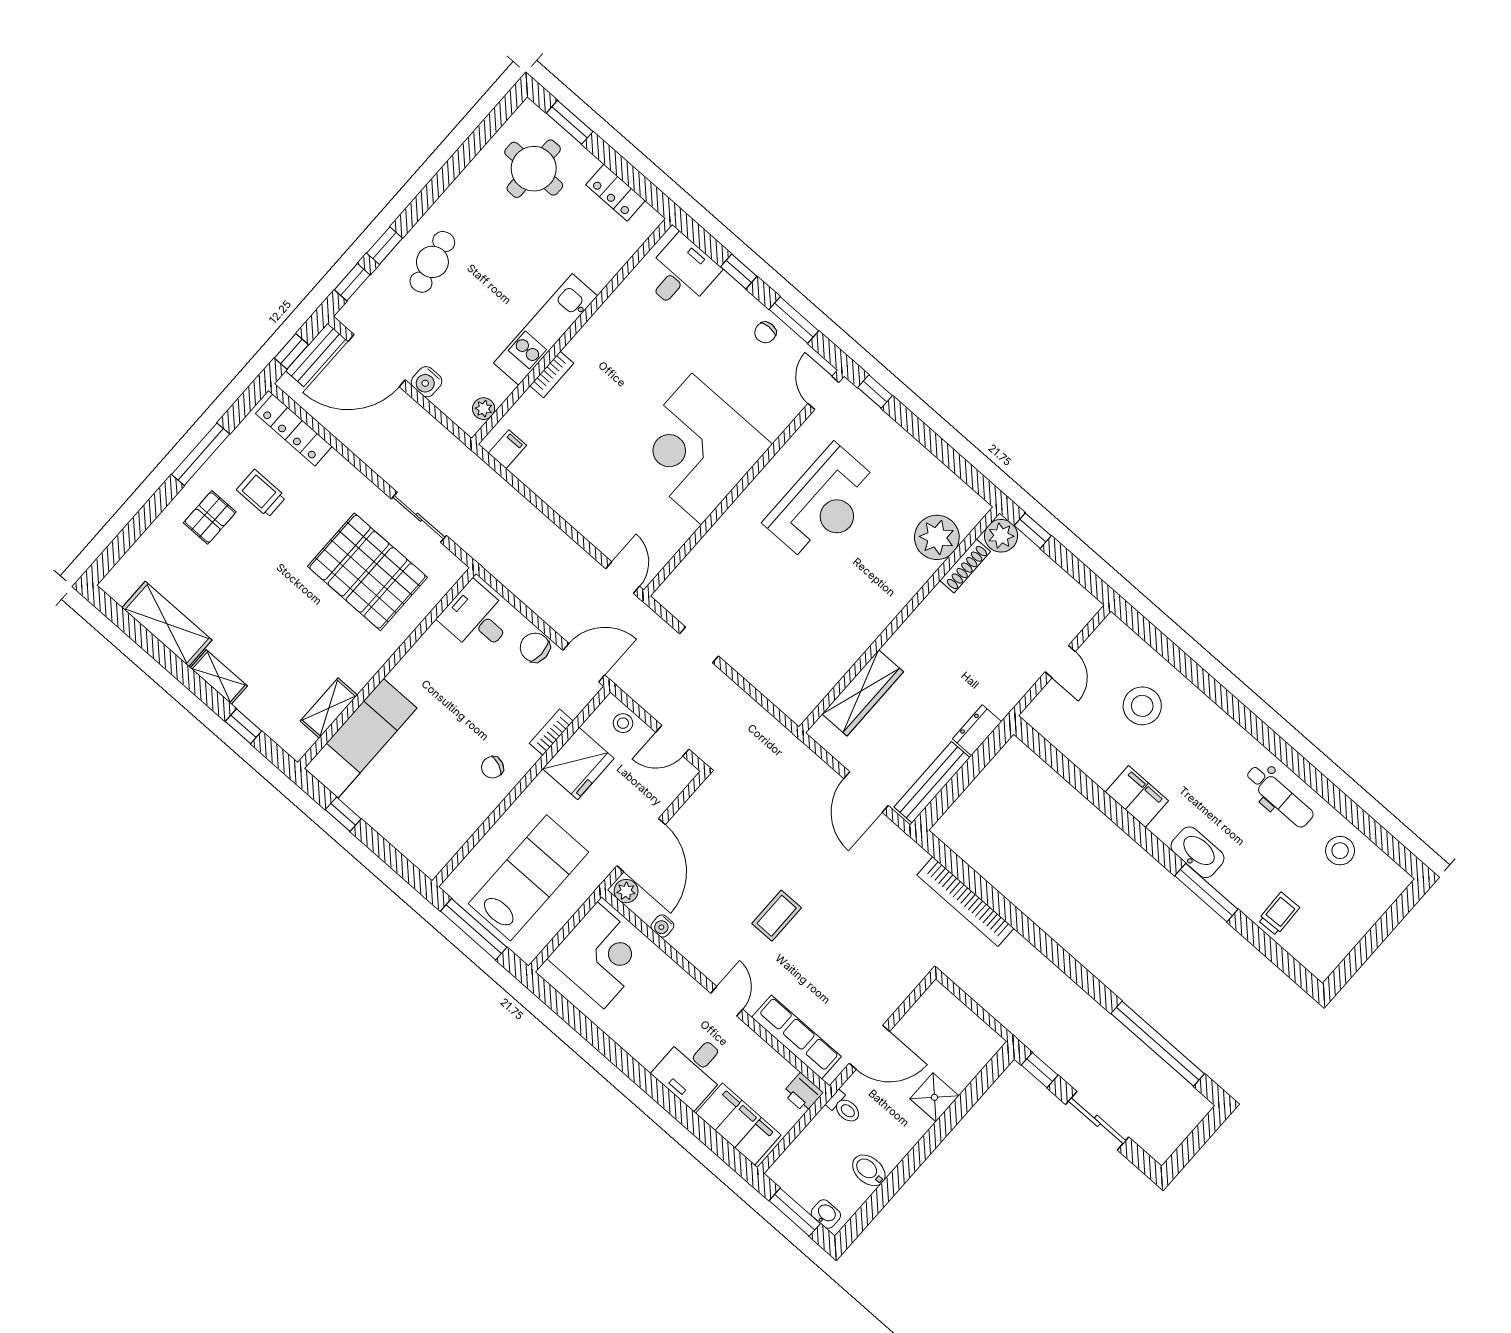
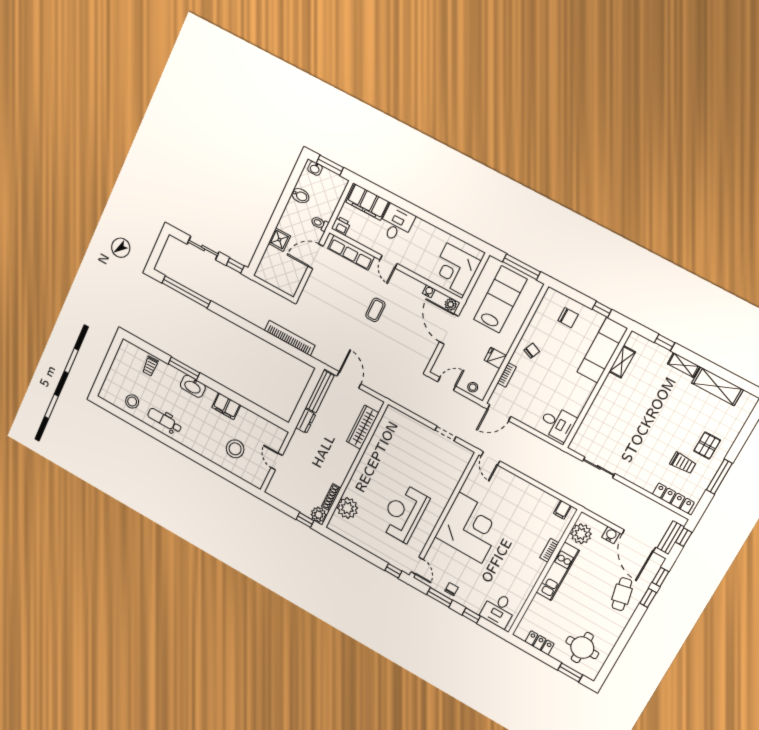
door: (377, 361) -> (639, 541), swing flipped
plant: (484, 409) -> (581, 534), width x1.87, depth x1.87
pallet: (367, 572) -> (619, 435), removed
chair: (535, 647) -> (568, 318), moved
fridge: (578, 764) -> (495, 358), width x0.53, depth x0.75
lab bench: (529, 878) -> (500, 299), turned 180

